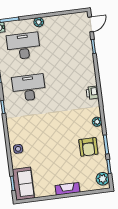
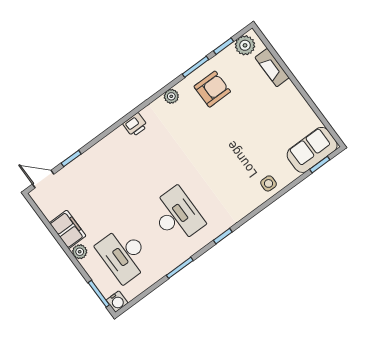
filing cabinet: (55, 22) -> (68, 229), added
desk: (29, 88) -> (177, 215), turned 180
fireplace: (67, 189) -> (272, 68), moved

